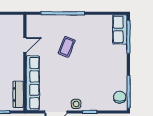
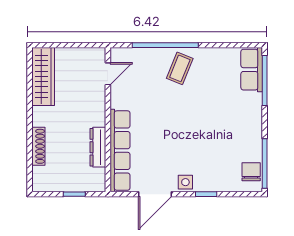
door: (25, 45) -> (108, 74), moved
coffee table: (67, 47) -> (180, 68), moved
dresser: (18, 94) -> (98, 147), moved

